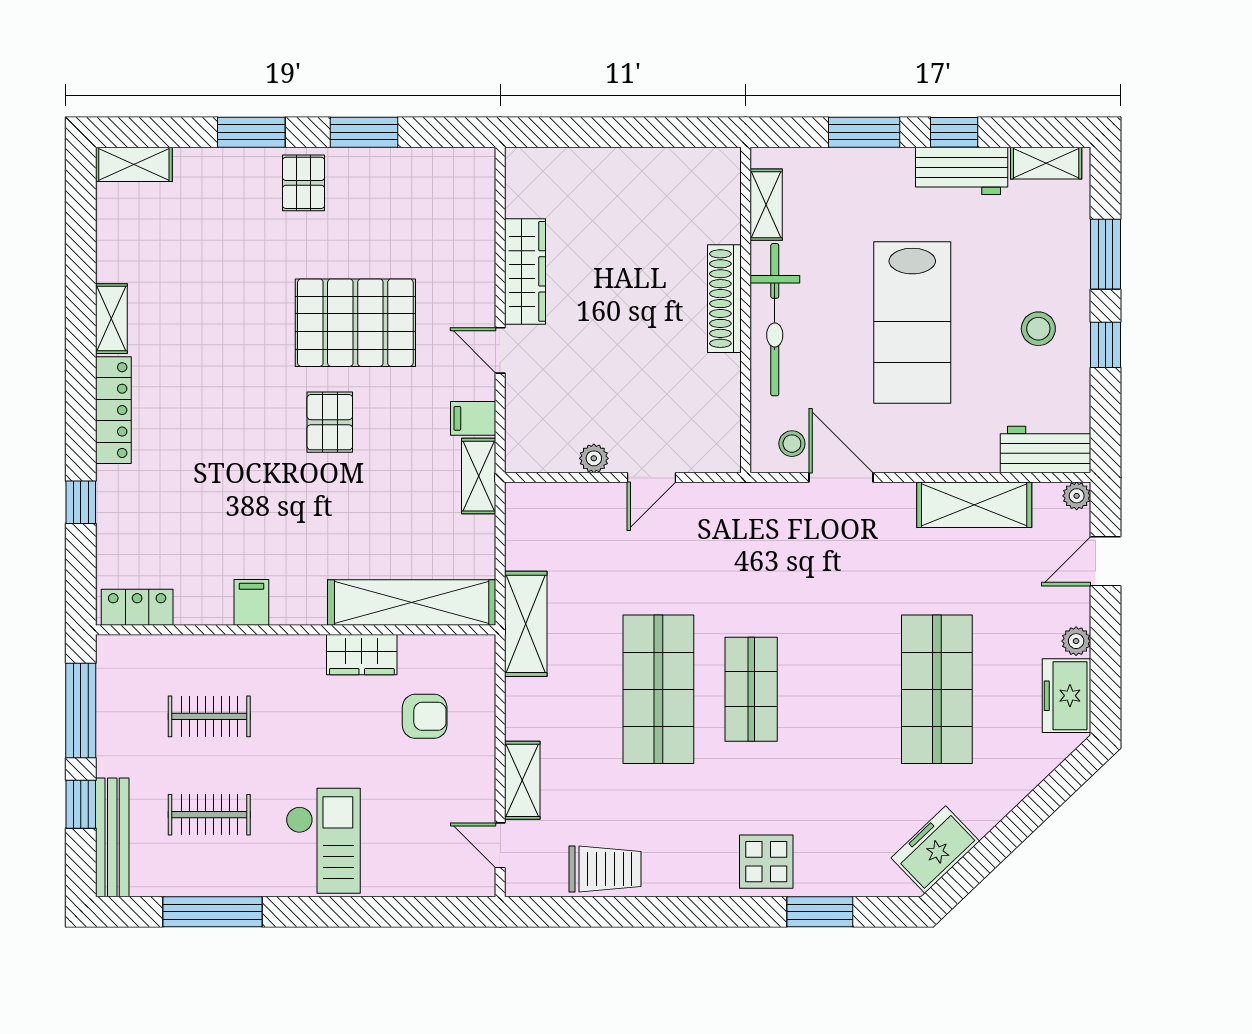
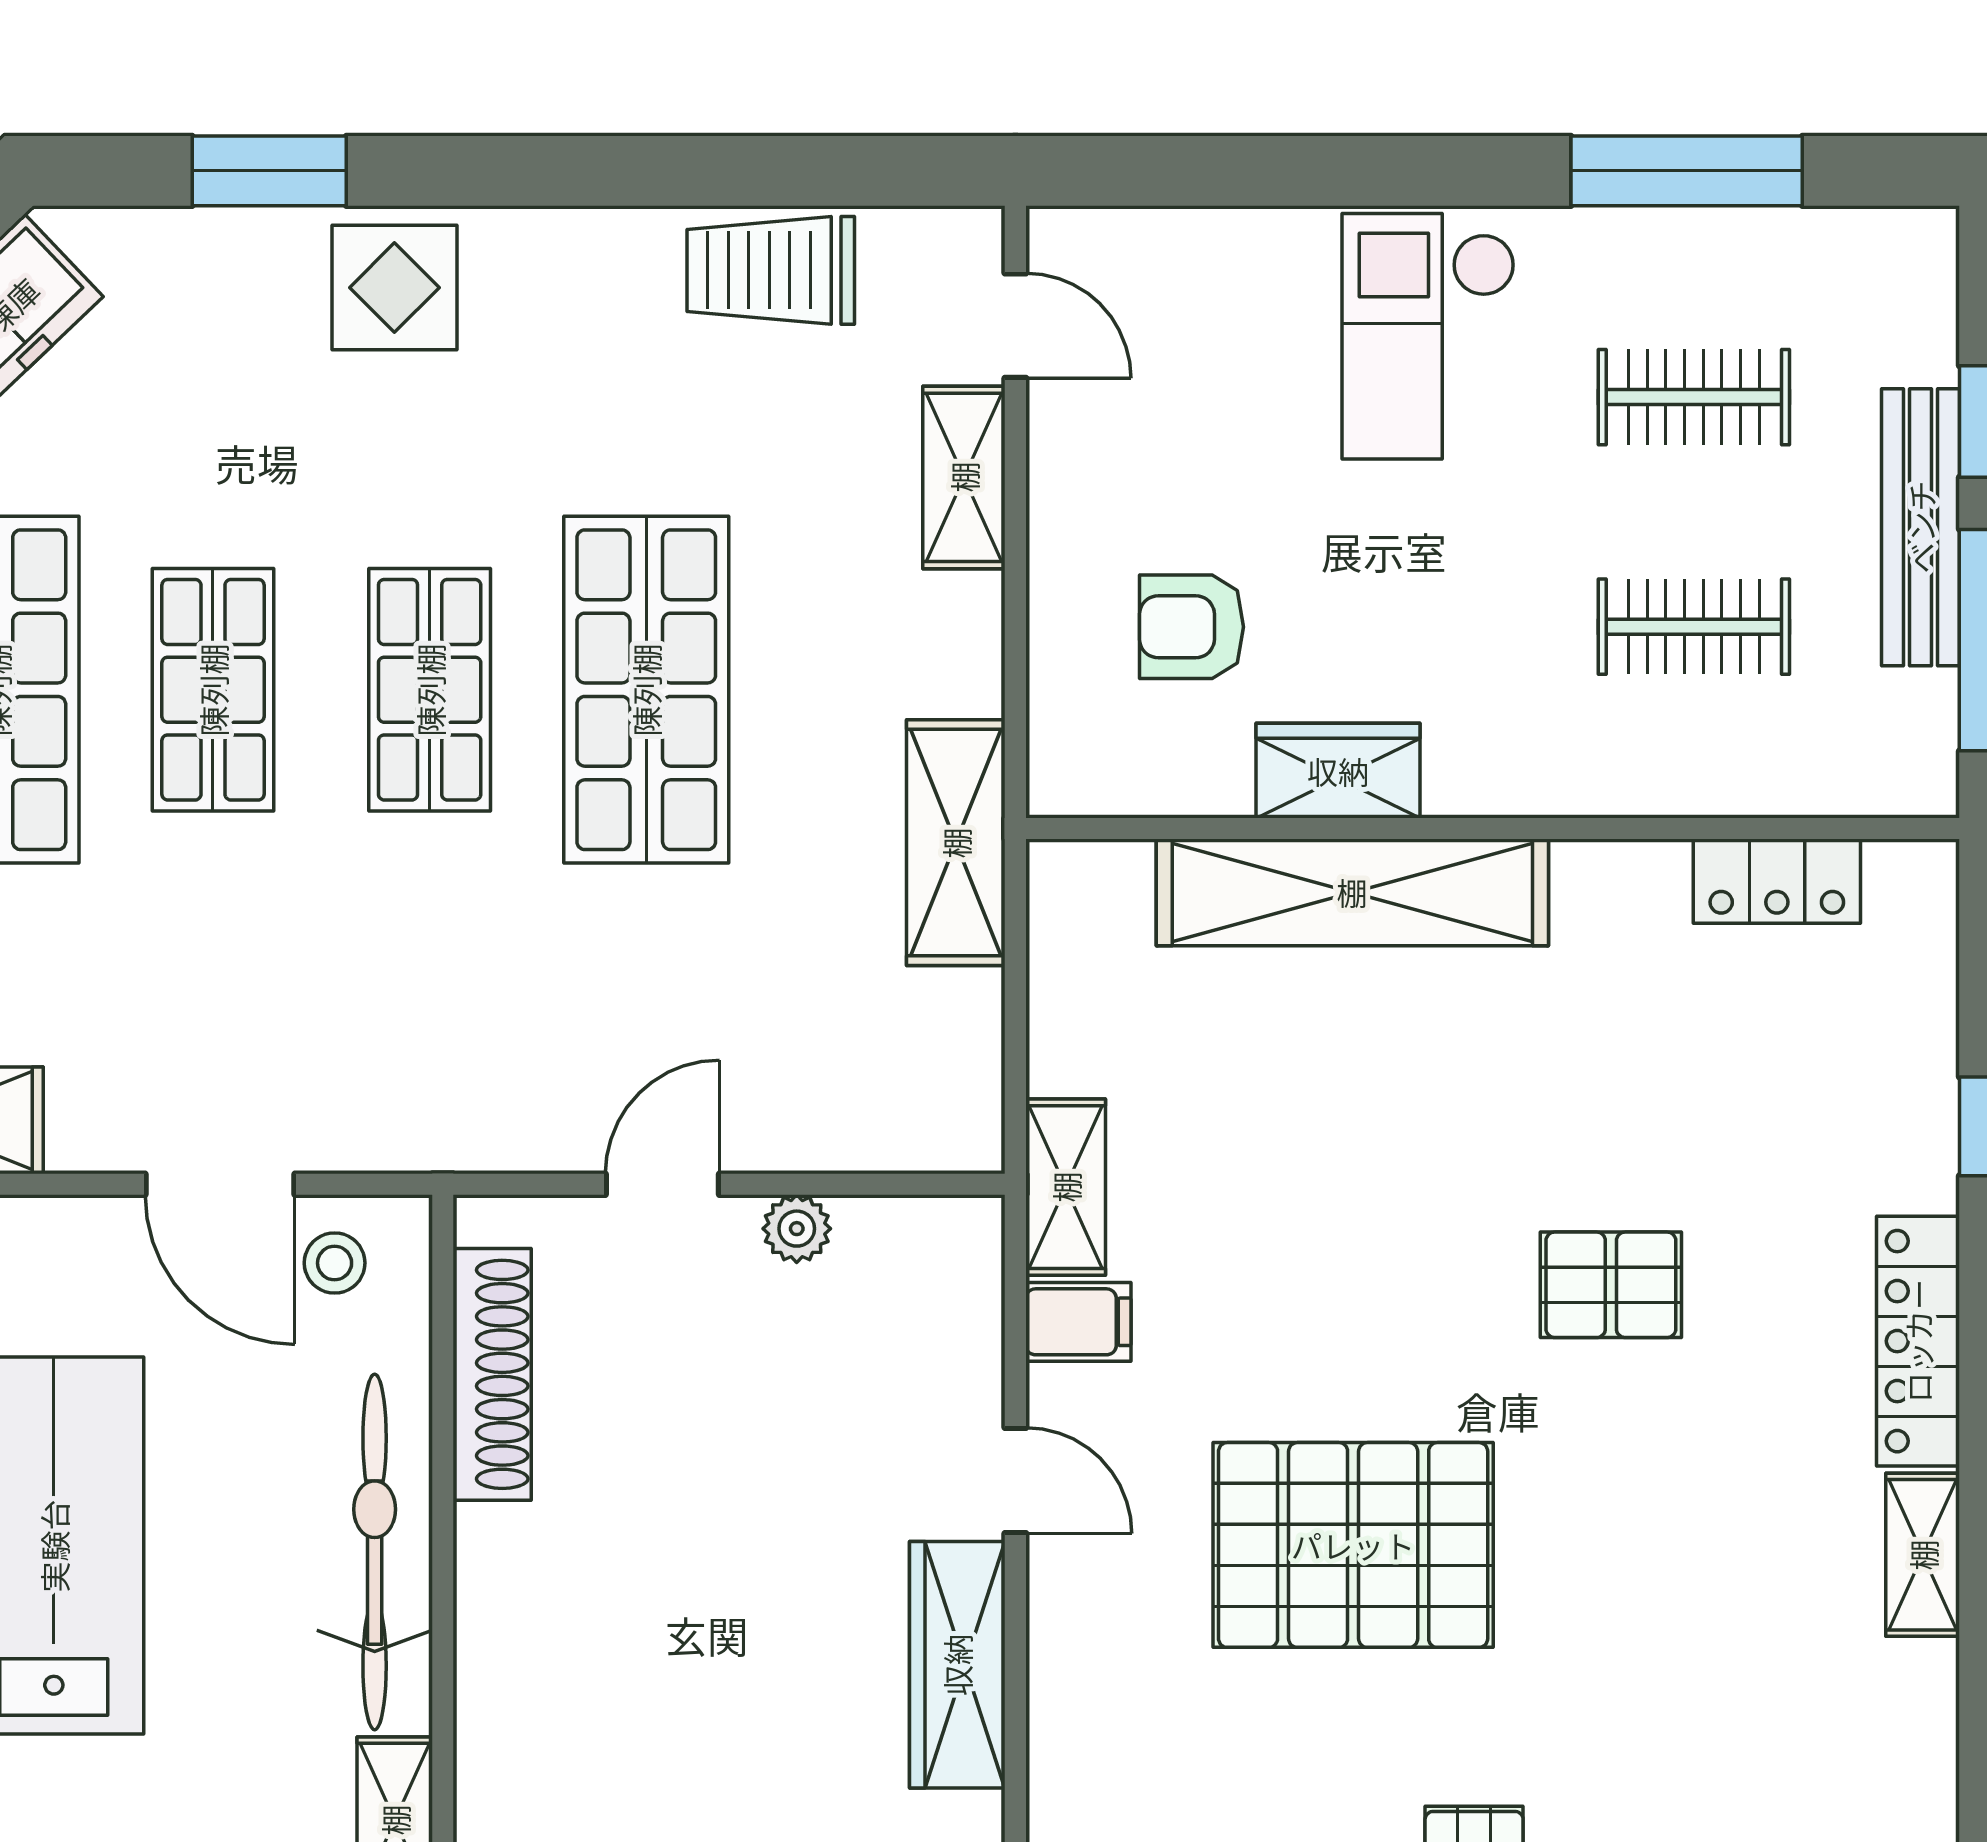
shoe rack: (724, 299) -> (492, 1374), moved
pallet: (330, 422) -> (1611, 1285), moved, turned 90
filing cabinet: (251, 602) -> (1596, 893), removed
shelving: (412, 602) -> (1352, 892), moved
locker: (137, 607) -> (1777, 881), moved
shop shelf: (844, 689) -> (213, 690), added
bench: (112, 837) -> (1921, 527), moved

